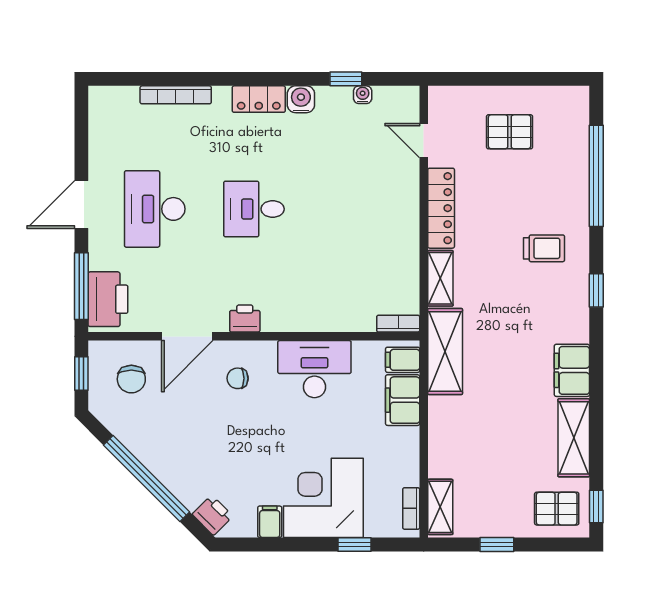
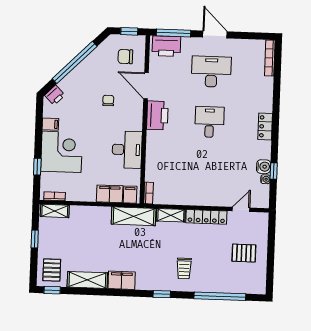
bookcase: (176, 95) -> (270, 58), moved
water cooler: (301, 99) -> (264, 167), moved
pallet: (510, 132) -> (244, 253), turned 90
printer: (245, 319) -> (157, 115), width x1.87, depth x1.48
chair: (238, 378) -> (108, 101), moved

